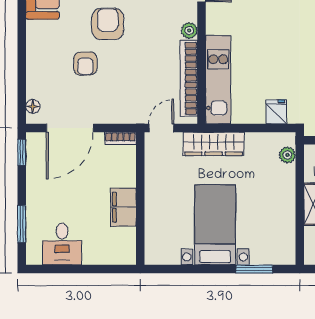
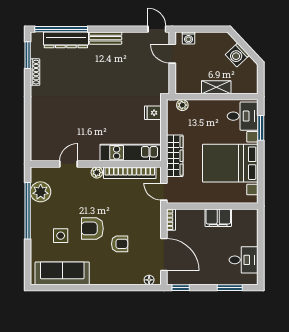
bed with nightstands: (215, 225) -> (230, 163), width x1.36
desk: (271, 243) -> (243, 116), added

